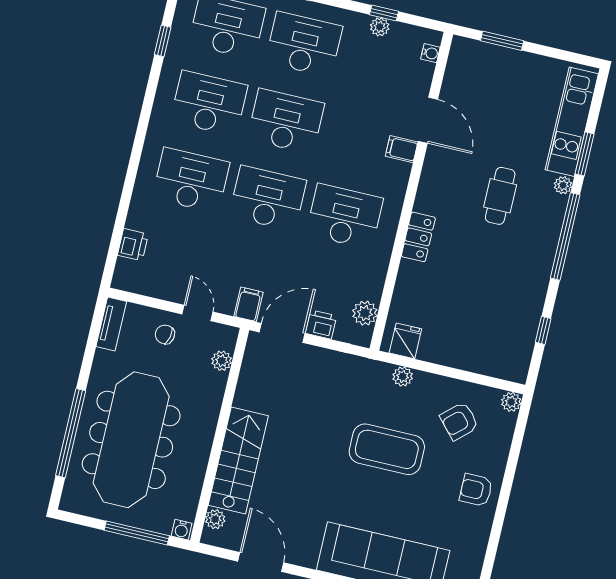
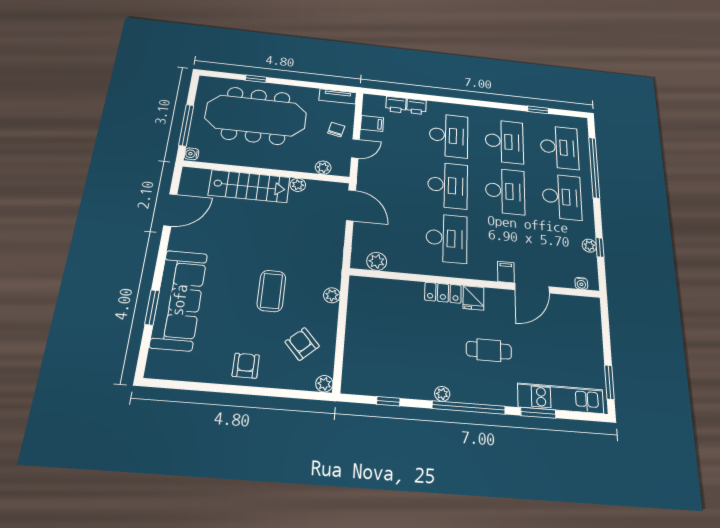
window: (502, 41) -> (609, 382), moved
plant: (563, 185) -> (442, 394), moved
filing cabinet: (248, 304) -> (372, 123), moved
printer: (321, 325) -> (416, 107), moved, turned 90
fridge: (405, 341) -> (473, 298), moved, turned 90
window: (71, 433) -> (256, 79), width x0.32
coffee table: (387, 449) -> (271, 291), width x0.73, depth x0.76
plant: (215, 519) -> (298, 185), moved

